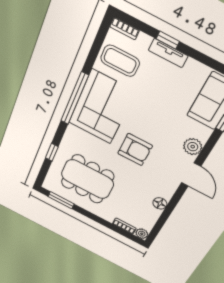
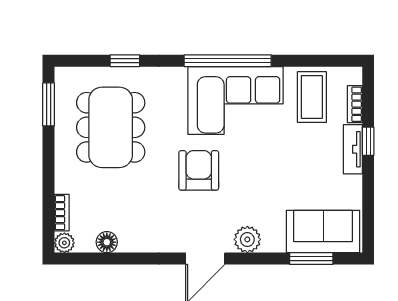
bookcase: (125, 29) -> (355, 104), moved
armchair: (135, 150) -> (199, 170), turned 180
floor lamp: (160, 203) -> (107, 242), moved

